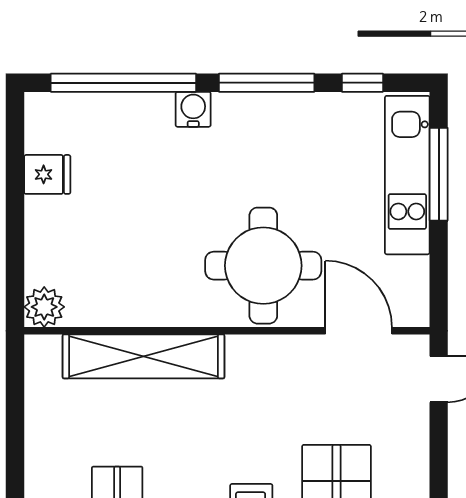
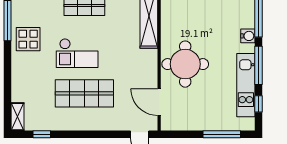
kitchen unit: (407, 175) -> (246, 85), moved, turned -90
door: (359, 331) -> (159, 102), swing flipped

